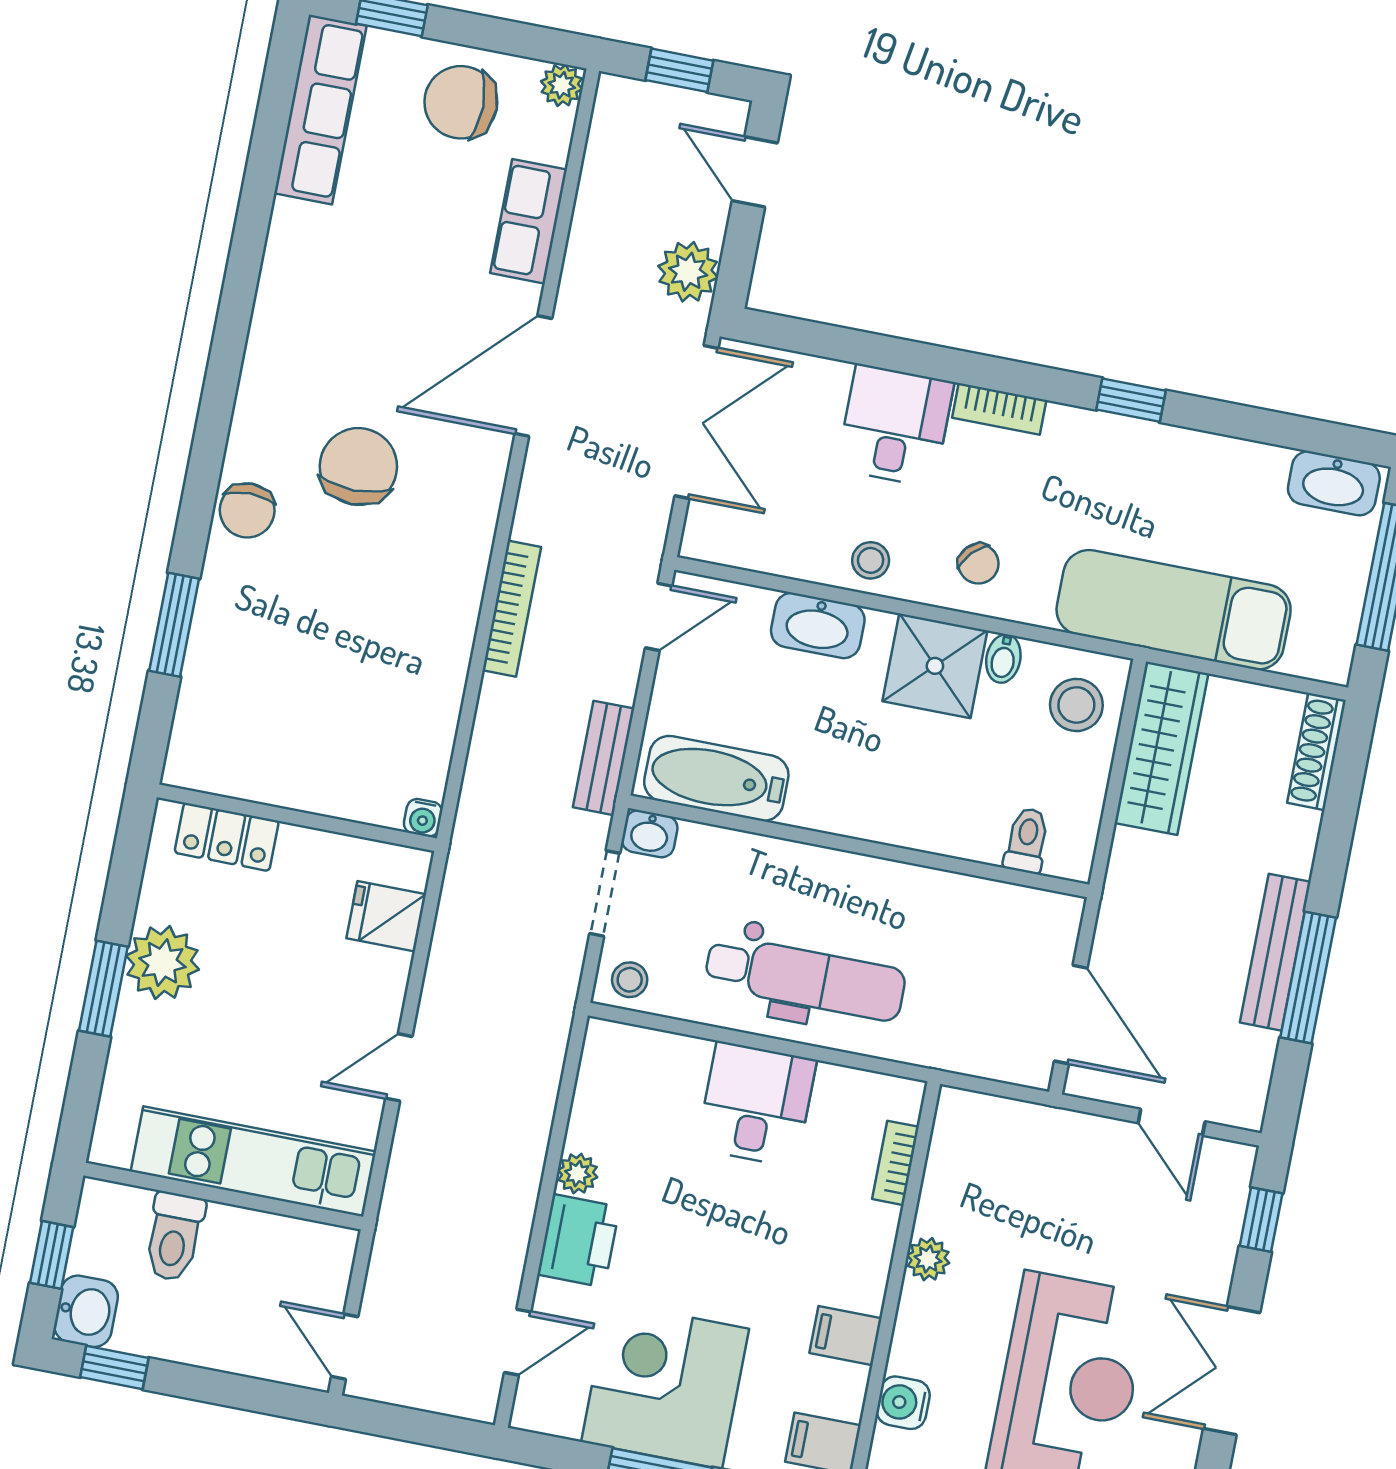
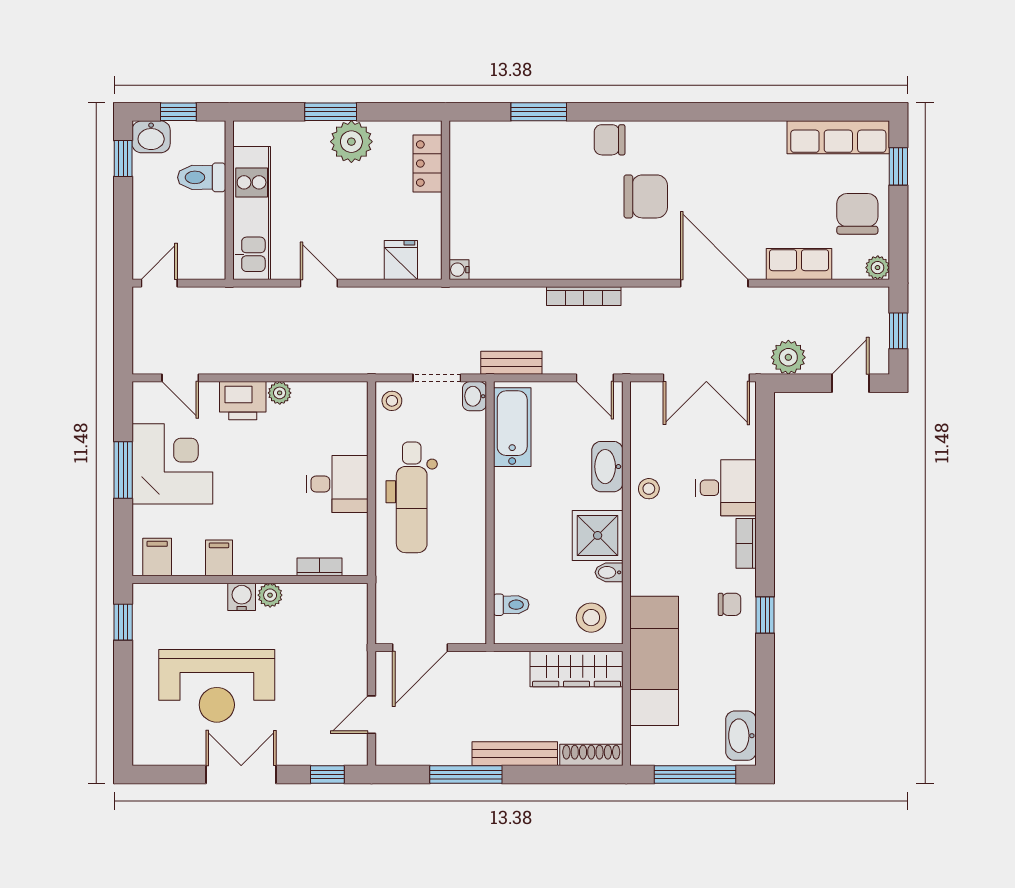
chair: (978, 564) -> (729, 604), moved, turned -133
bench: (1275, 952) -> (515, 754), moved
water cooler: (903, 1403) -> (242, 597), moved

